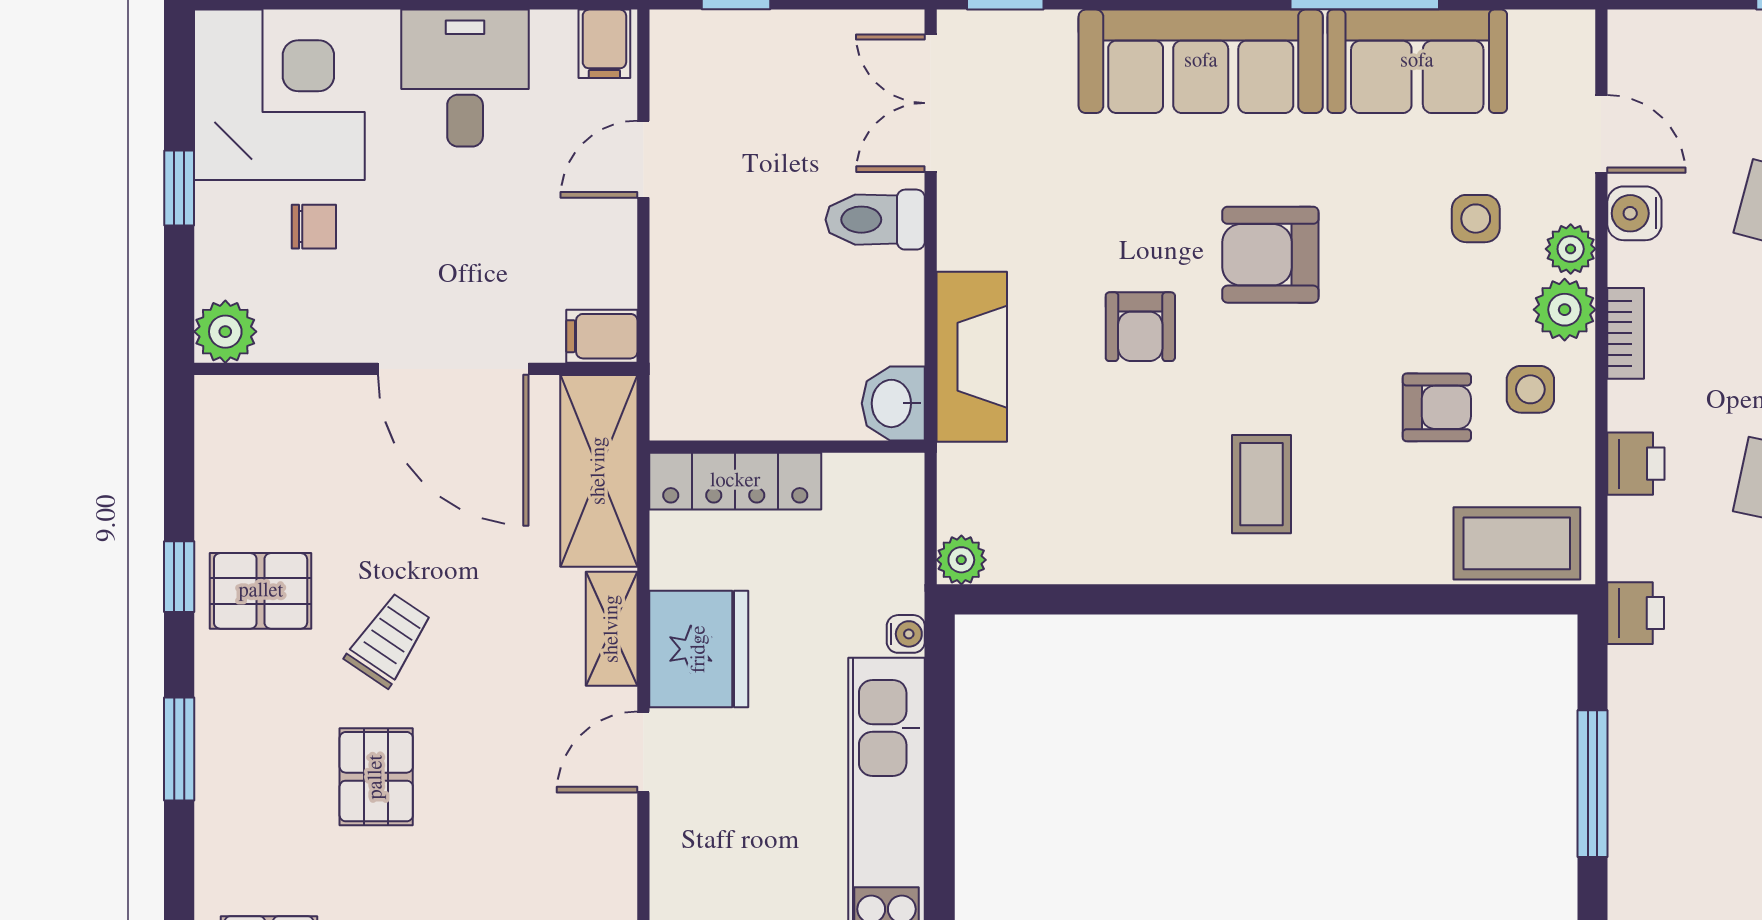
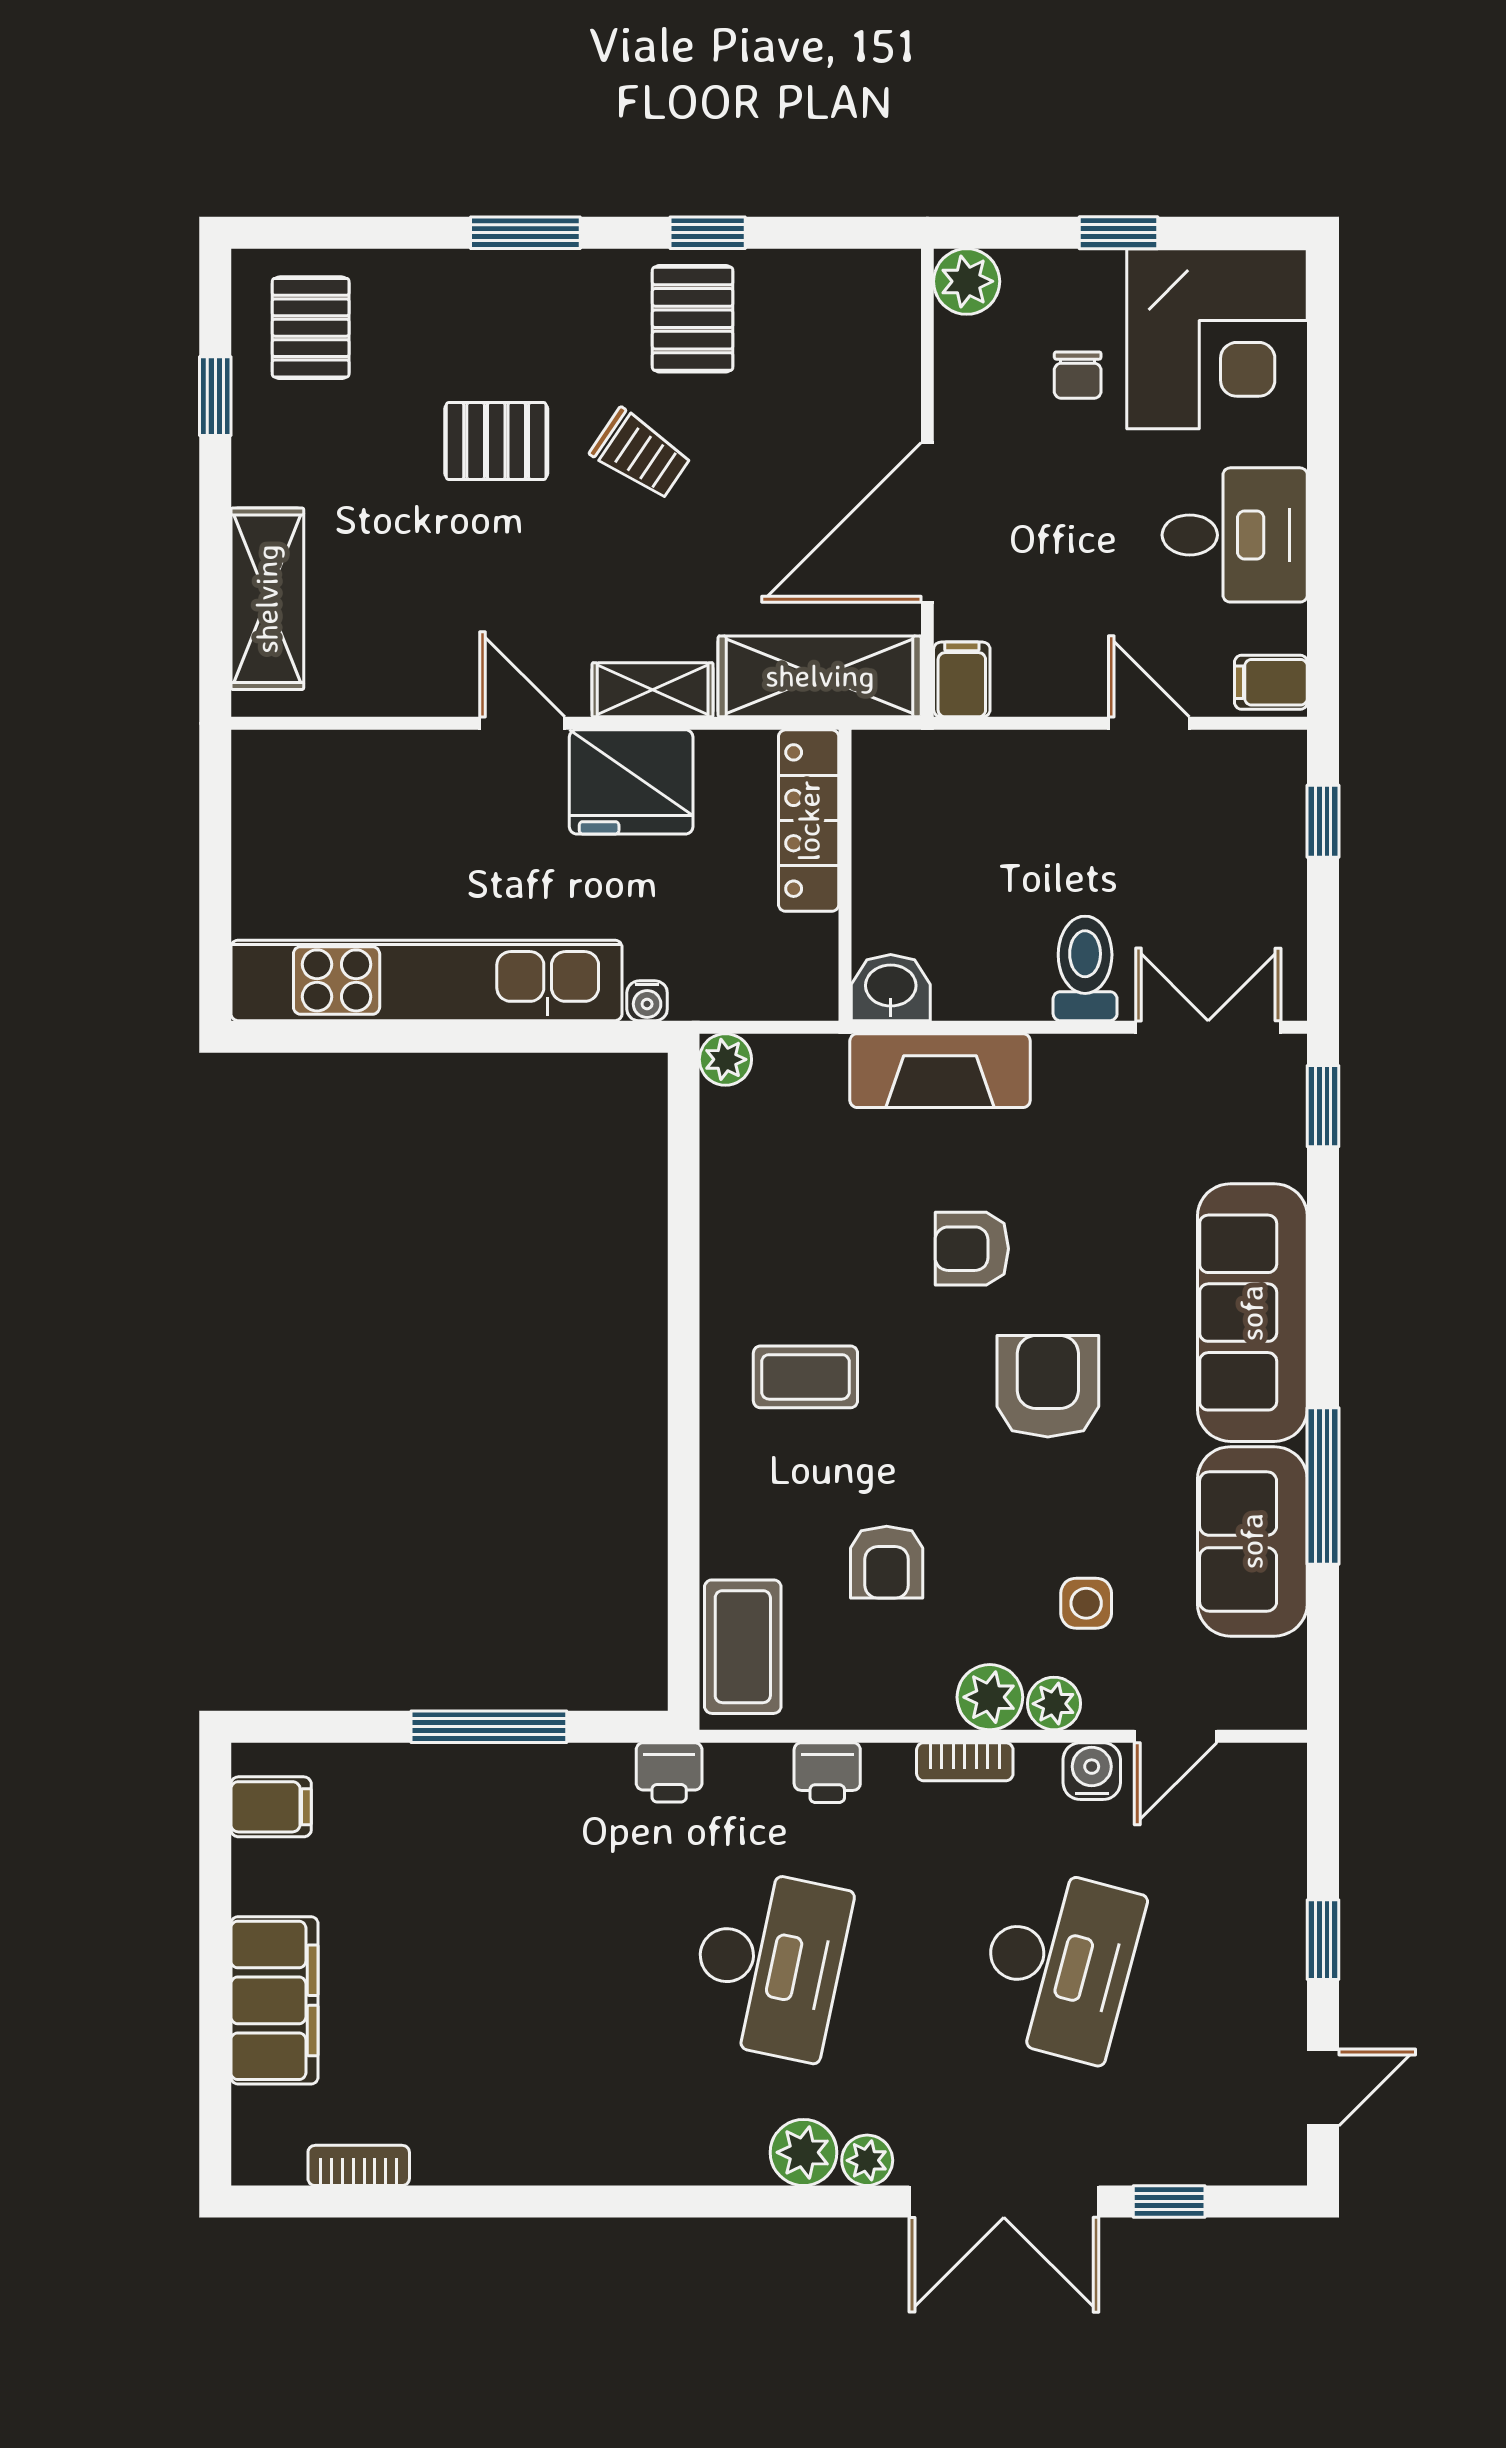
side table: (1530, 389) -> (906, 1661), removed

